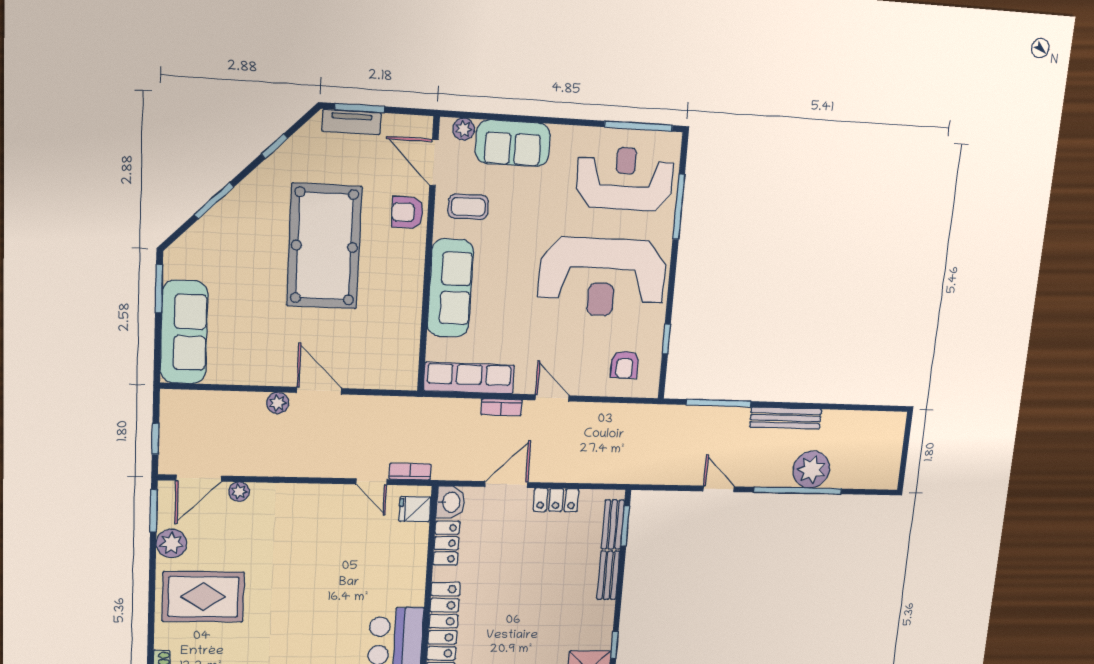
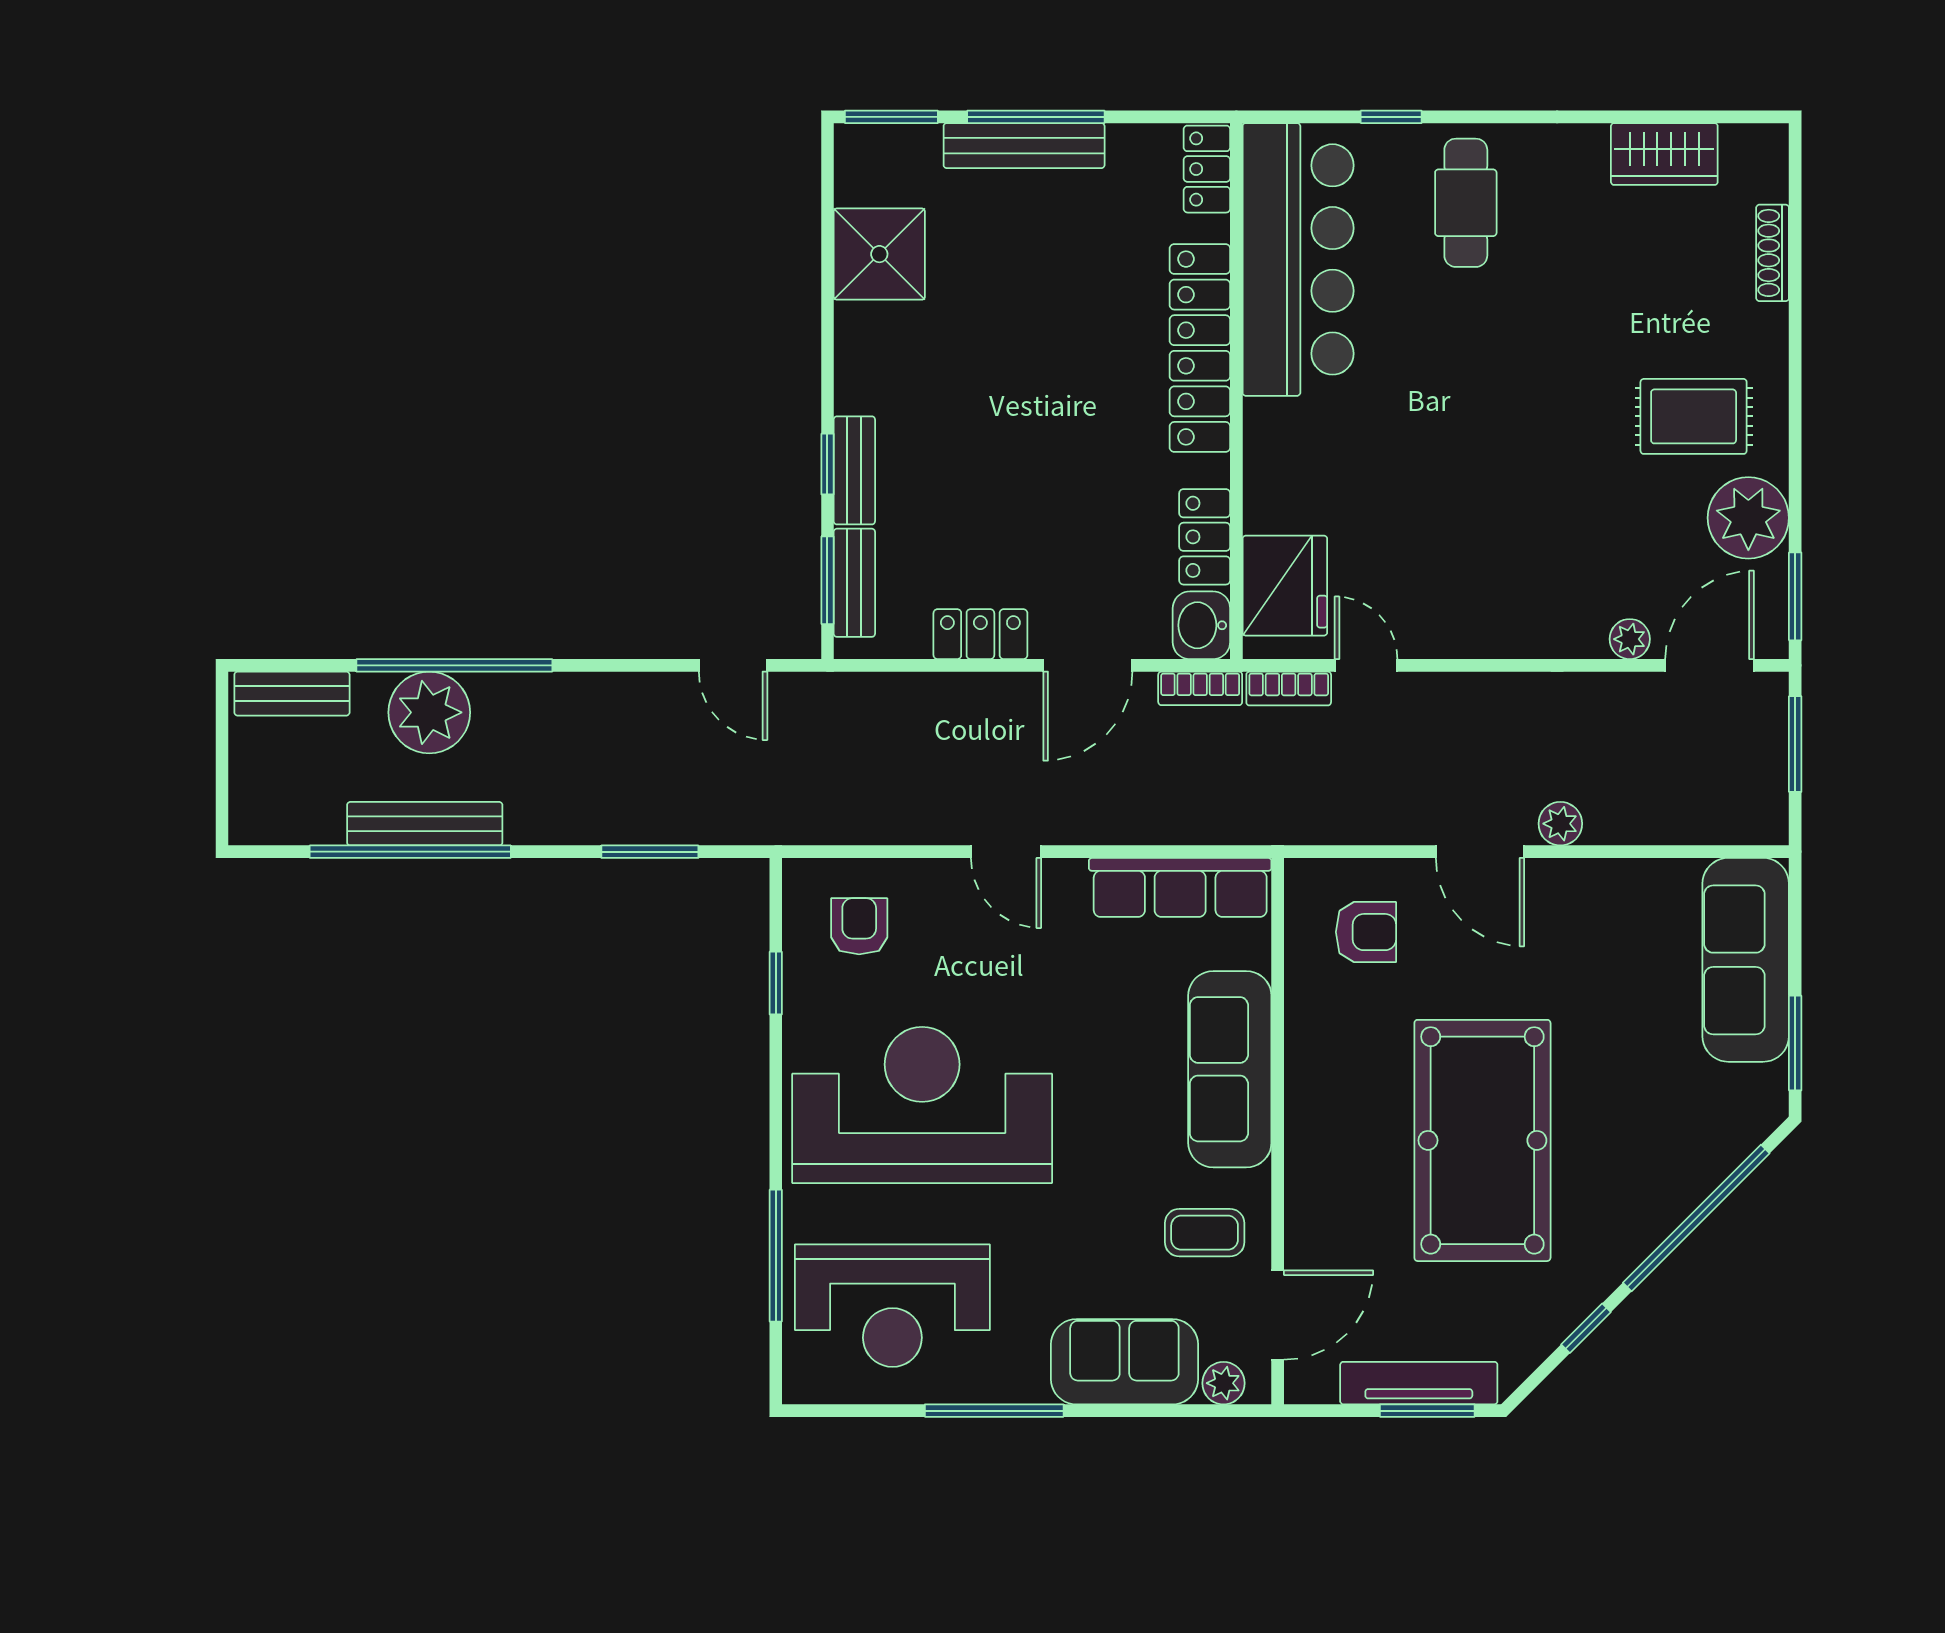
tv unit: (351, 122) -> (1419, 1383), width x1.41
window: (638, 126) -> (994, 1411), moved
door: (434, 163) -> (1278, 1315), hinge flipped
window: (214, 201) -> (1696, 1218), width x2.11
armchair: (407, 212) -> (1366, 932), moved
window: (719, 403) -> (650, 852), width x0.69
window: (827, 406) -> (410, 852), added
bookcase: (501, 407) -> (1200, 688), moved, turned 180
bench: (786, 418) -> (425, 824), moved
window: (155, 439) -> (1795, 744), width x1.50
bench: (871, 479) -> (292, 694), added
door: (719, 489) -> (733, 665), moved
fridge: (415, 509) -> (1285, 586), width x1.88, depth x1.34
plant: (171, 543) -> (1748, 518), width x1.36, depth x1.36
rug: (203, 597) -> (1694, 416), width x0.73, depth x0.70
window: (614, 645) -> (827, 464), moved

